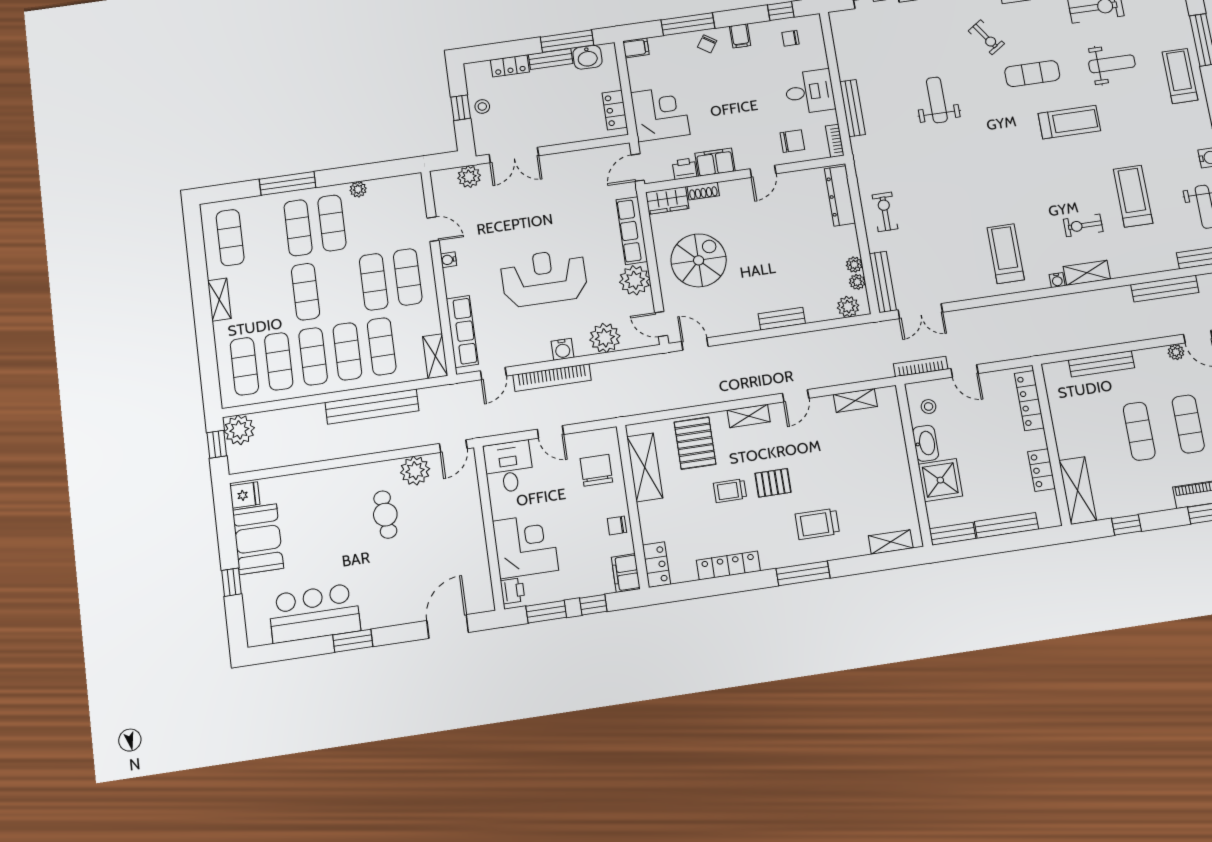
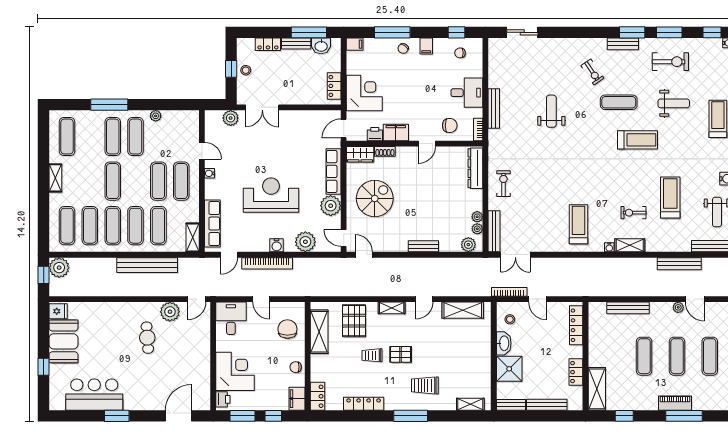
shelving: (855, 400) -> (463, 310), width x1.50, depth x1.33

